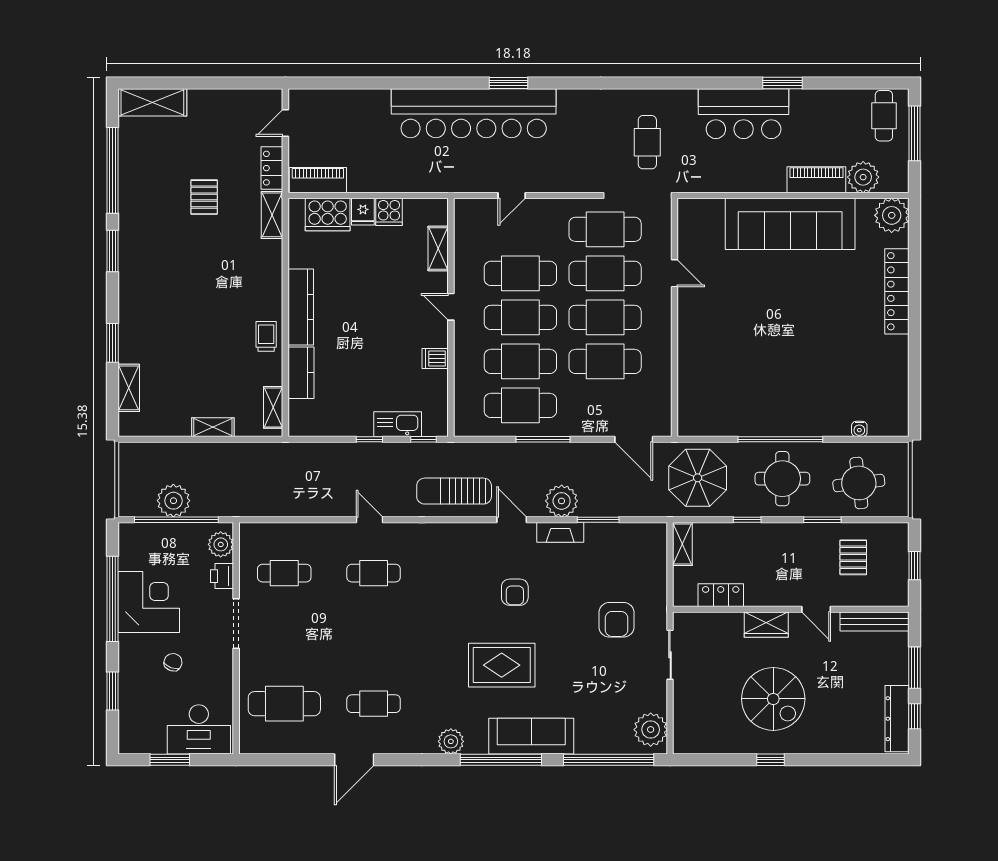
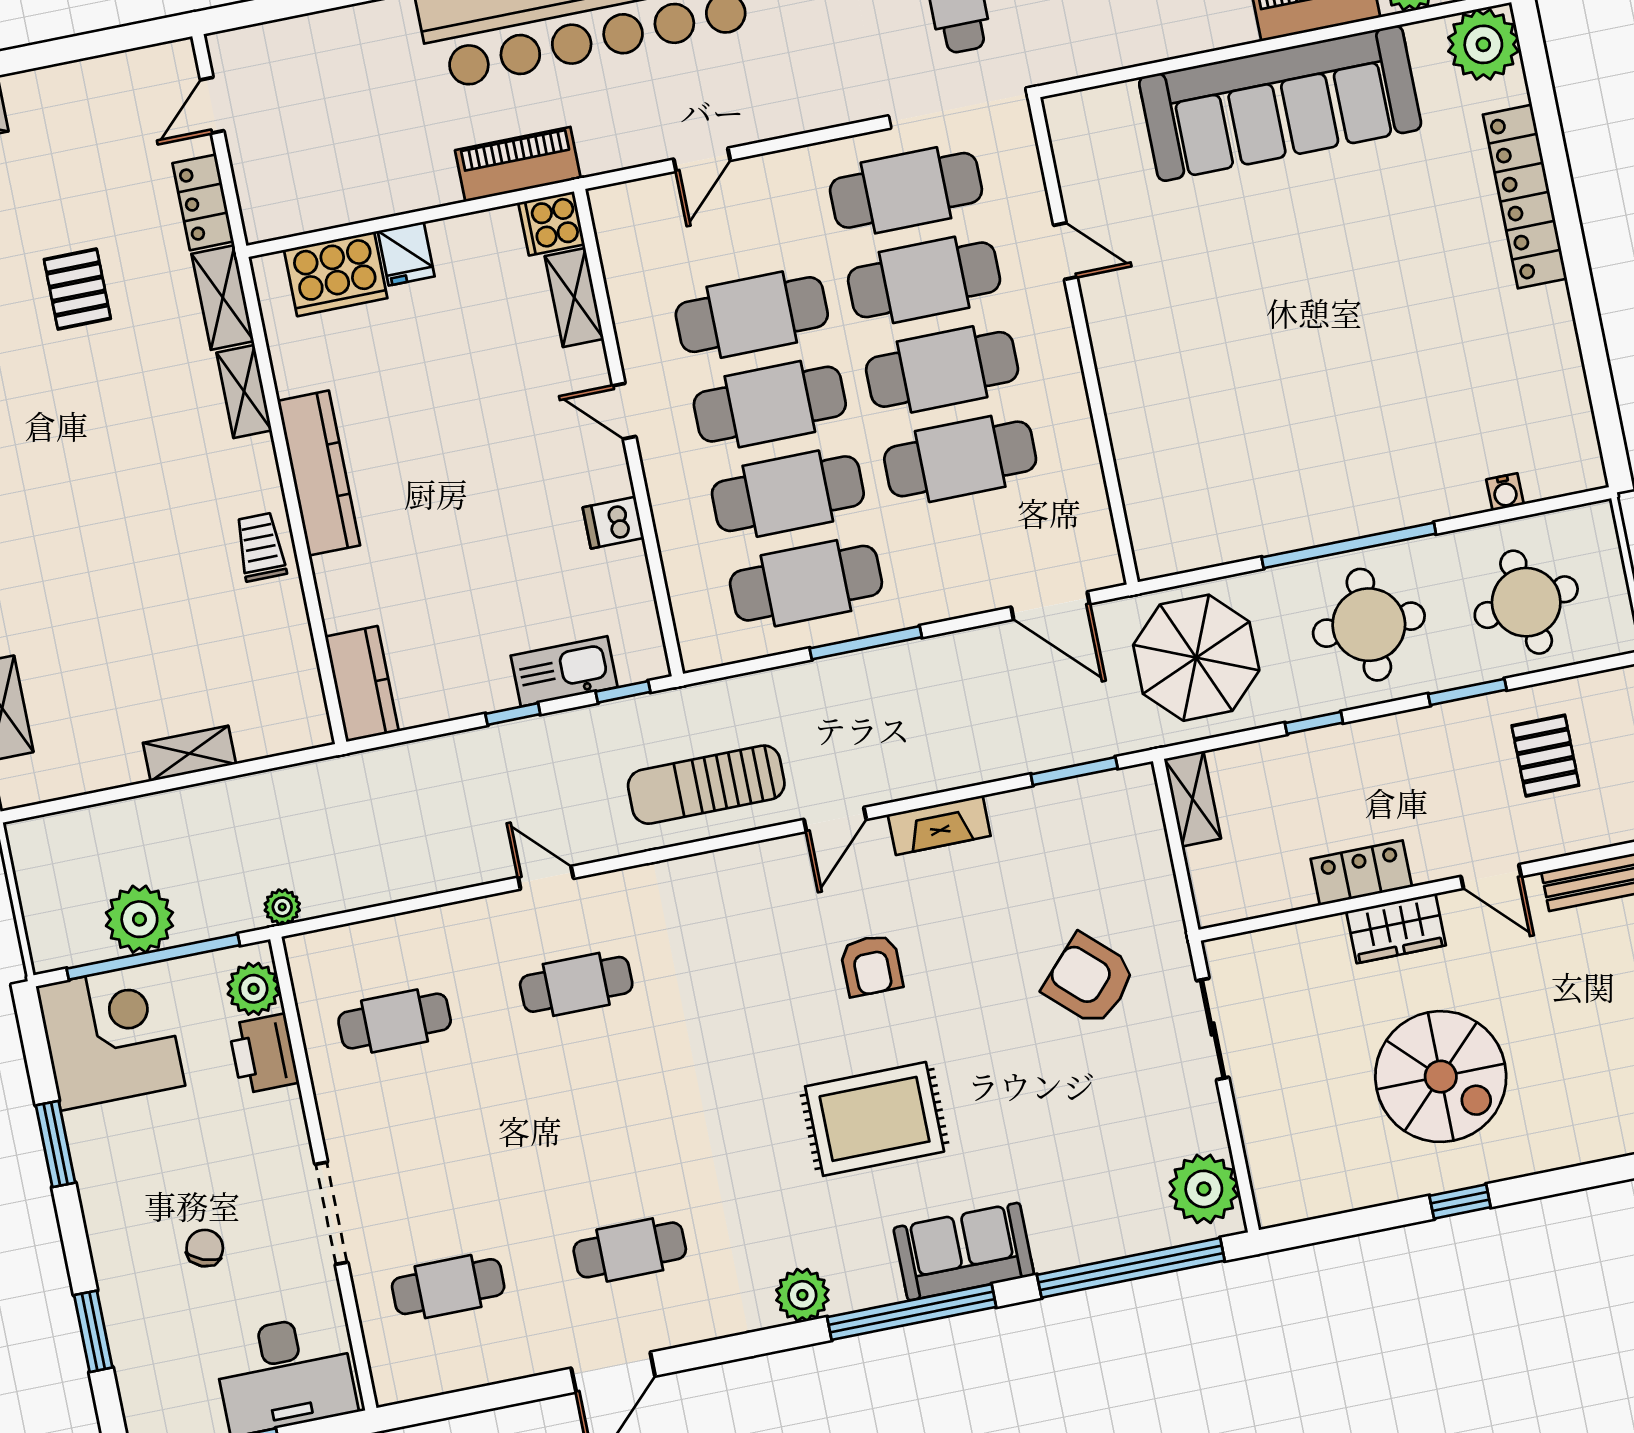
piano: (318, 180) -> (518, 164), moved
cooker: (389, 212) -> (551, 223), moved, turned 90
kitchen counter: (301, 373) -> (362, 684), moved
shelving: (273, 407) -> (244, 392), moved
plant: (562, 501) -> (282, 907), moved, width x0.53, depth x0.53
door: (512, 520) -> (835, 819), swing flipped
window: (598, 520) -> (1074, 771), moved
printer: (222, 576) -> (264, 1054), width x1.36, depth x1.24
locker: (721, 595) -> (1361, 873), moved
window: (112, 599) -> (56, 1144), width x0.47
corner desk: (149, 602) -> (110, 1036), moved
armchair: (616, 620) -> (1089, 980), turned 133
doorway: (236, 623) -> (331, 1213), moved
cafe table: (284, 704) -> (448, 1287), width x0.73, depth x0.74
sofa: (531, 736) -> (964, 1252), width x0.73

